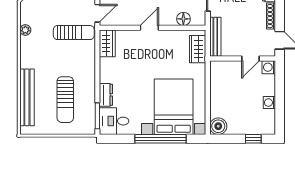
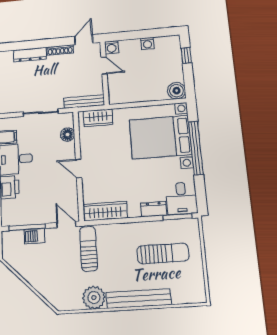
plant: (25, 30) -> (94, 298), width x1.87, depth x1.87
wardrobe: (107, 43) -> (105, 211), width x1.50
bench: (27, 97) -> (139, 299), moved

